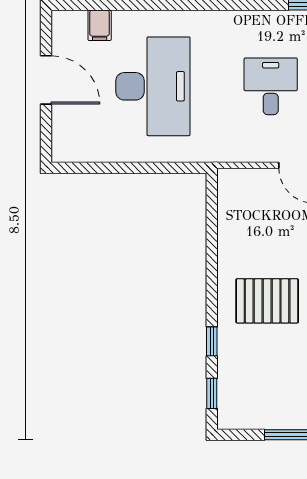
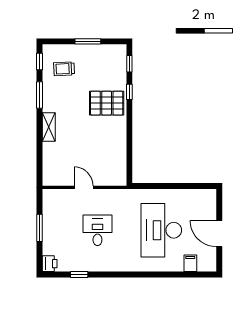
desk: (271, 86) -> (97, 230), turned 180
pallet: (267, 301) -> (107, 103), moved

